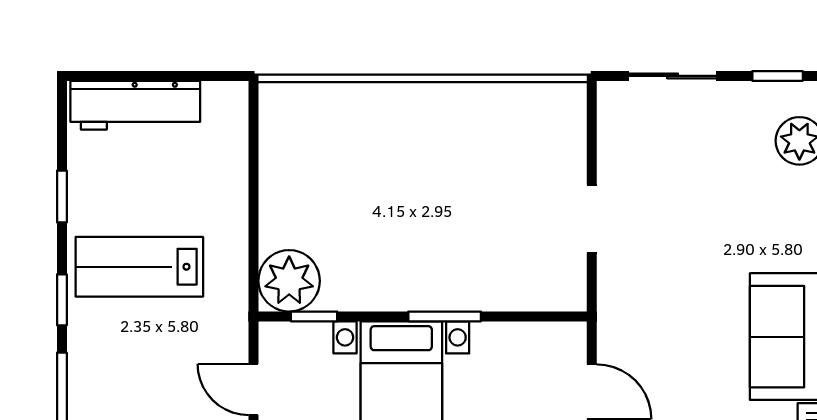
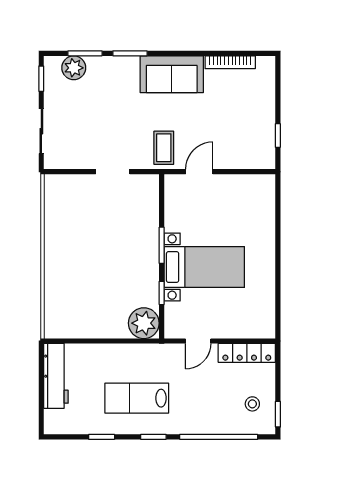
workbench: (135, 105) -> (56, 376), moved
lab bench: (139, 267) -> (137, 398), turned 90
window: (314, 316) -> (162, 293), moved
coffee table: (640, 321) -> (164, 148), added

